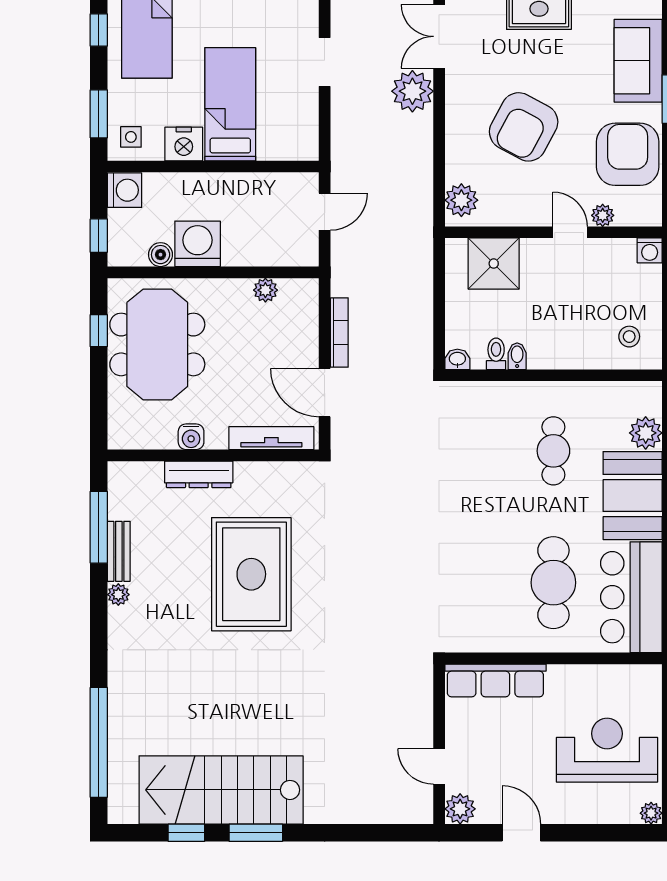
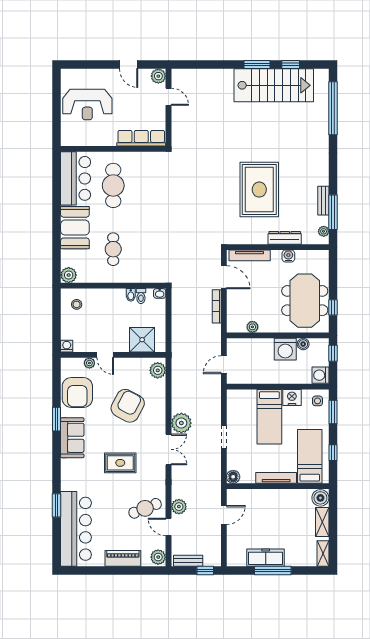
plant: (646, 433) -> (69, 275), moved
plant: (118, 595) -> (324, 231), moved
plant: (651, 813) -> (66, 74), removed

